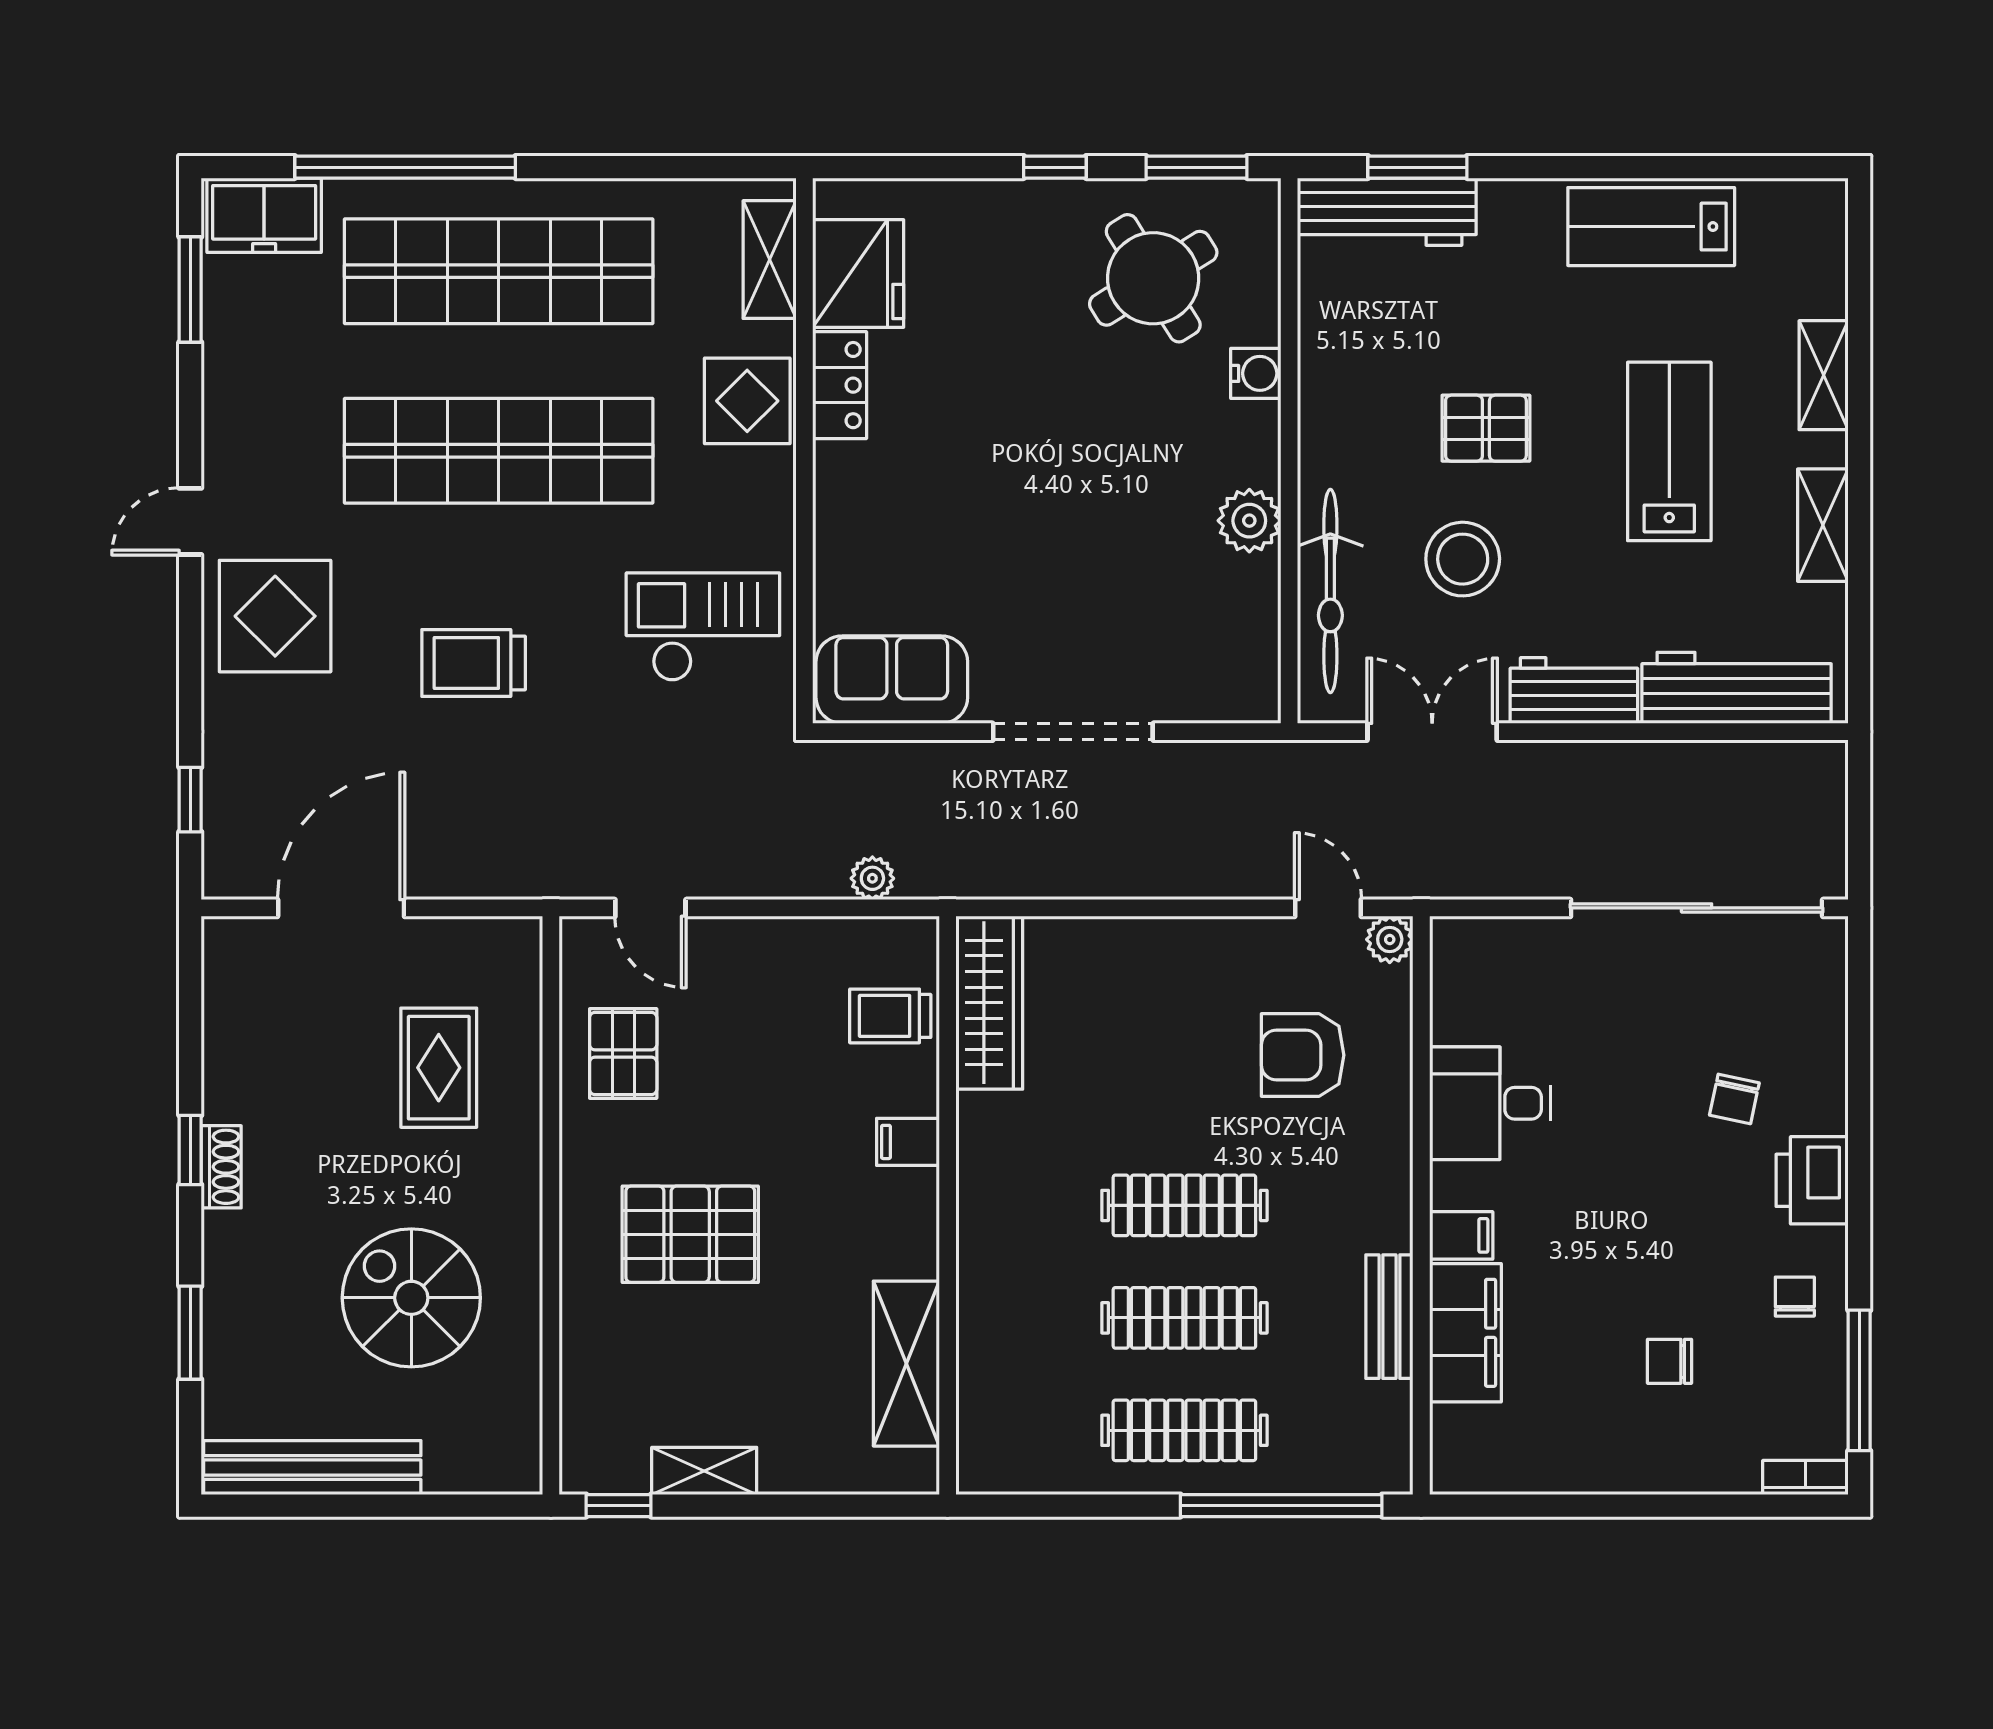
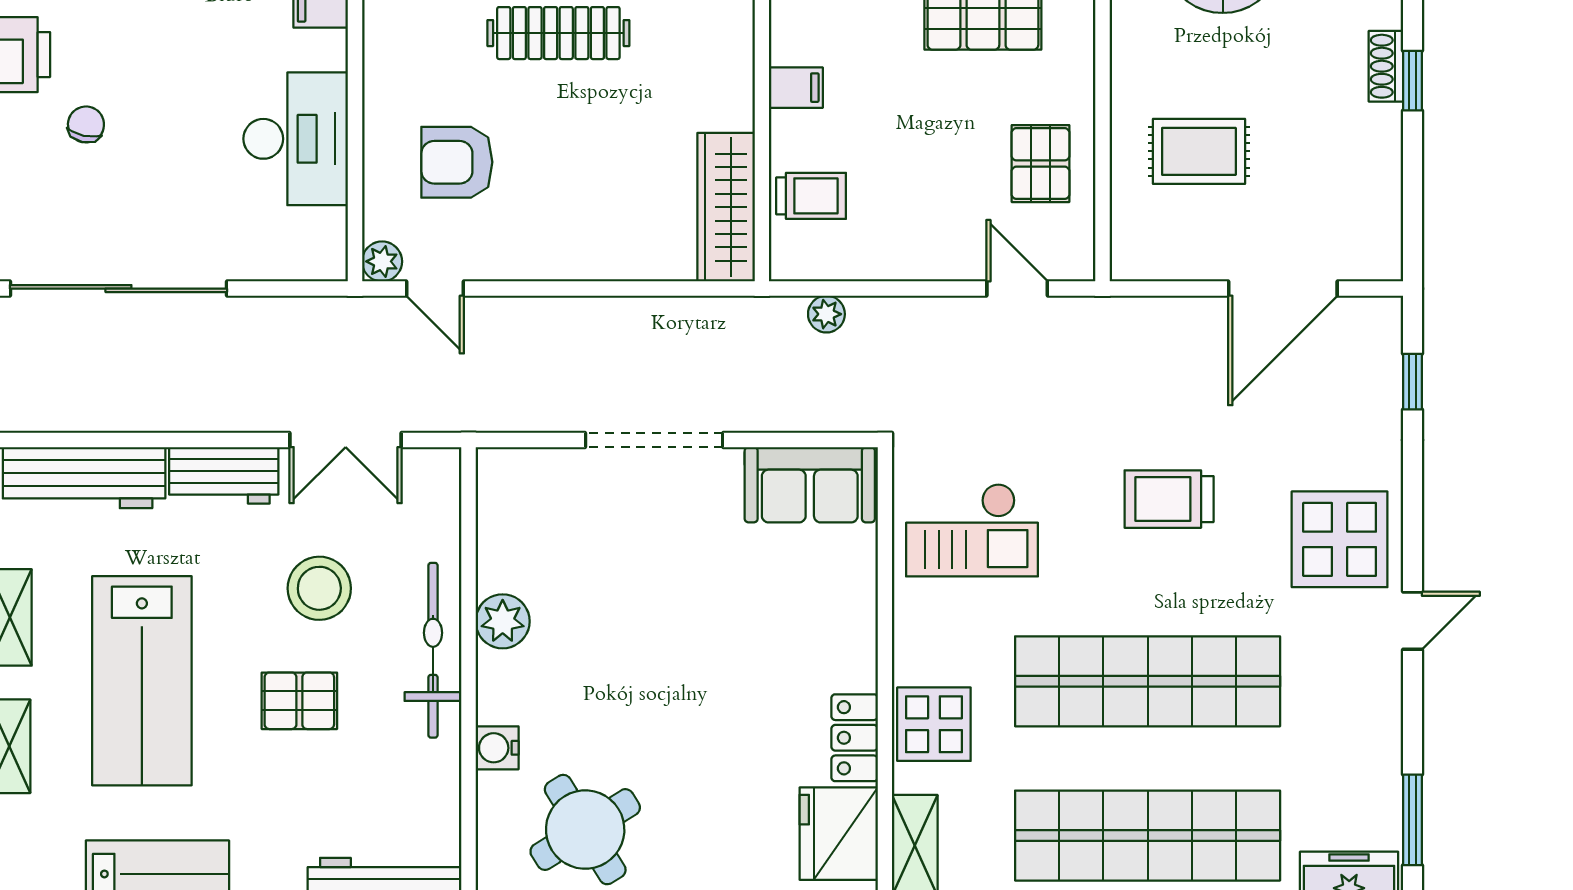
lab bench: (1669, 451) -> (142, 681), width x1.36, depth x1.39
bicycle: (1330, 591) -> (433, 650), moved
trolley: (474, 663) -> (1169, 499), turned 180
armchair: (1303, 1055) -> (457, 162), turned 180
rug: (439, 1068) -> (1199, 151), turned 90
desk: (1490, 1103) -> (296, 139), width x1.37

